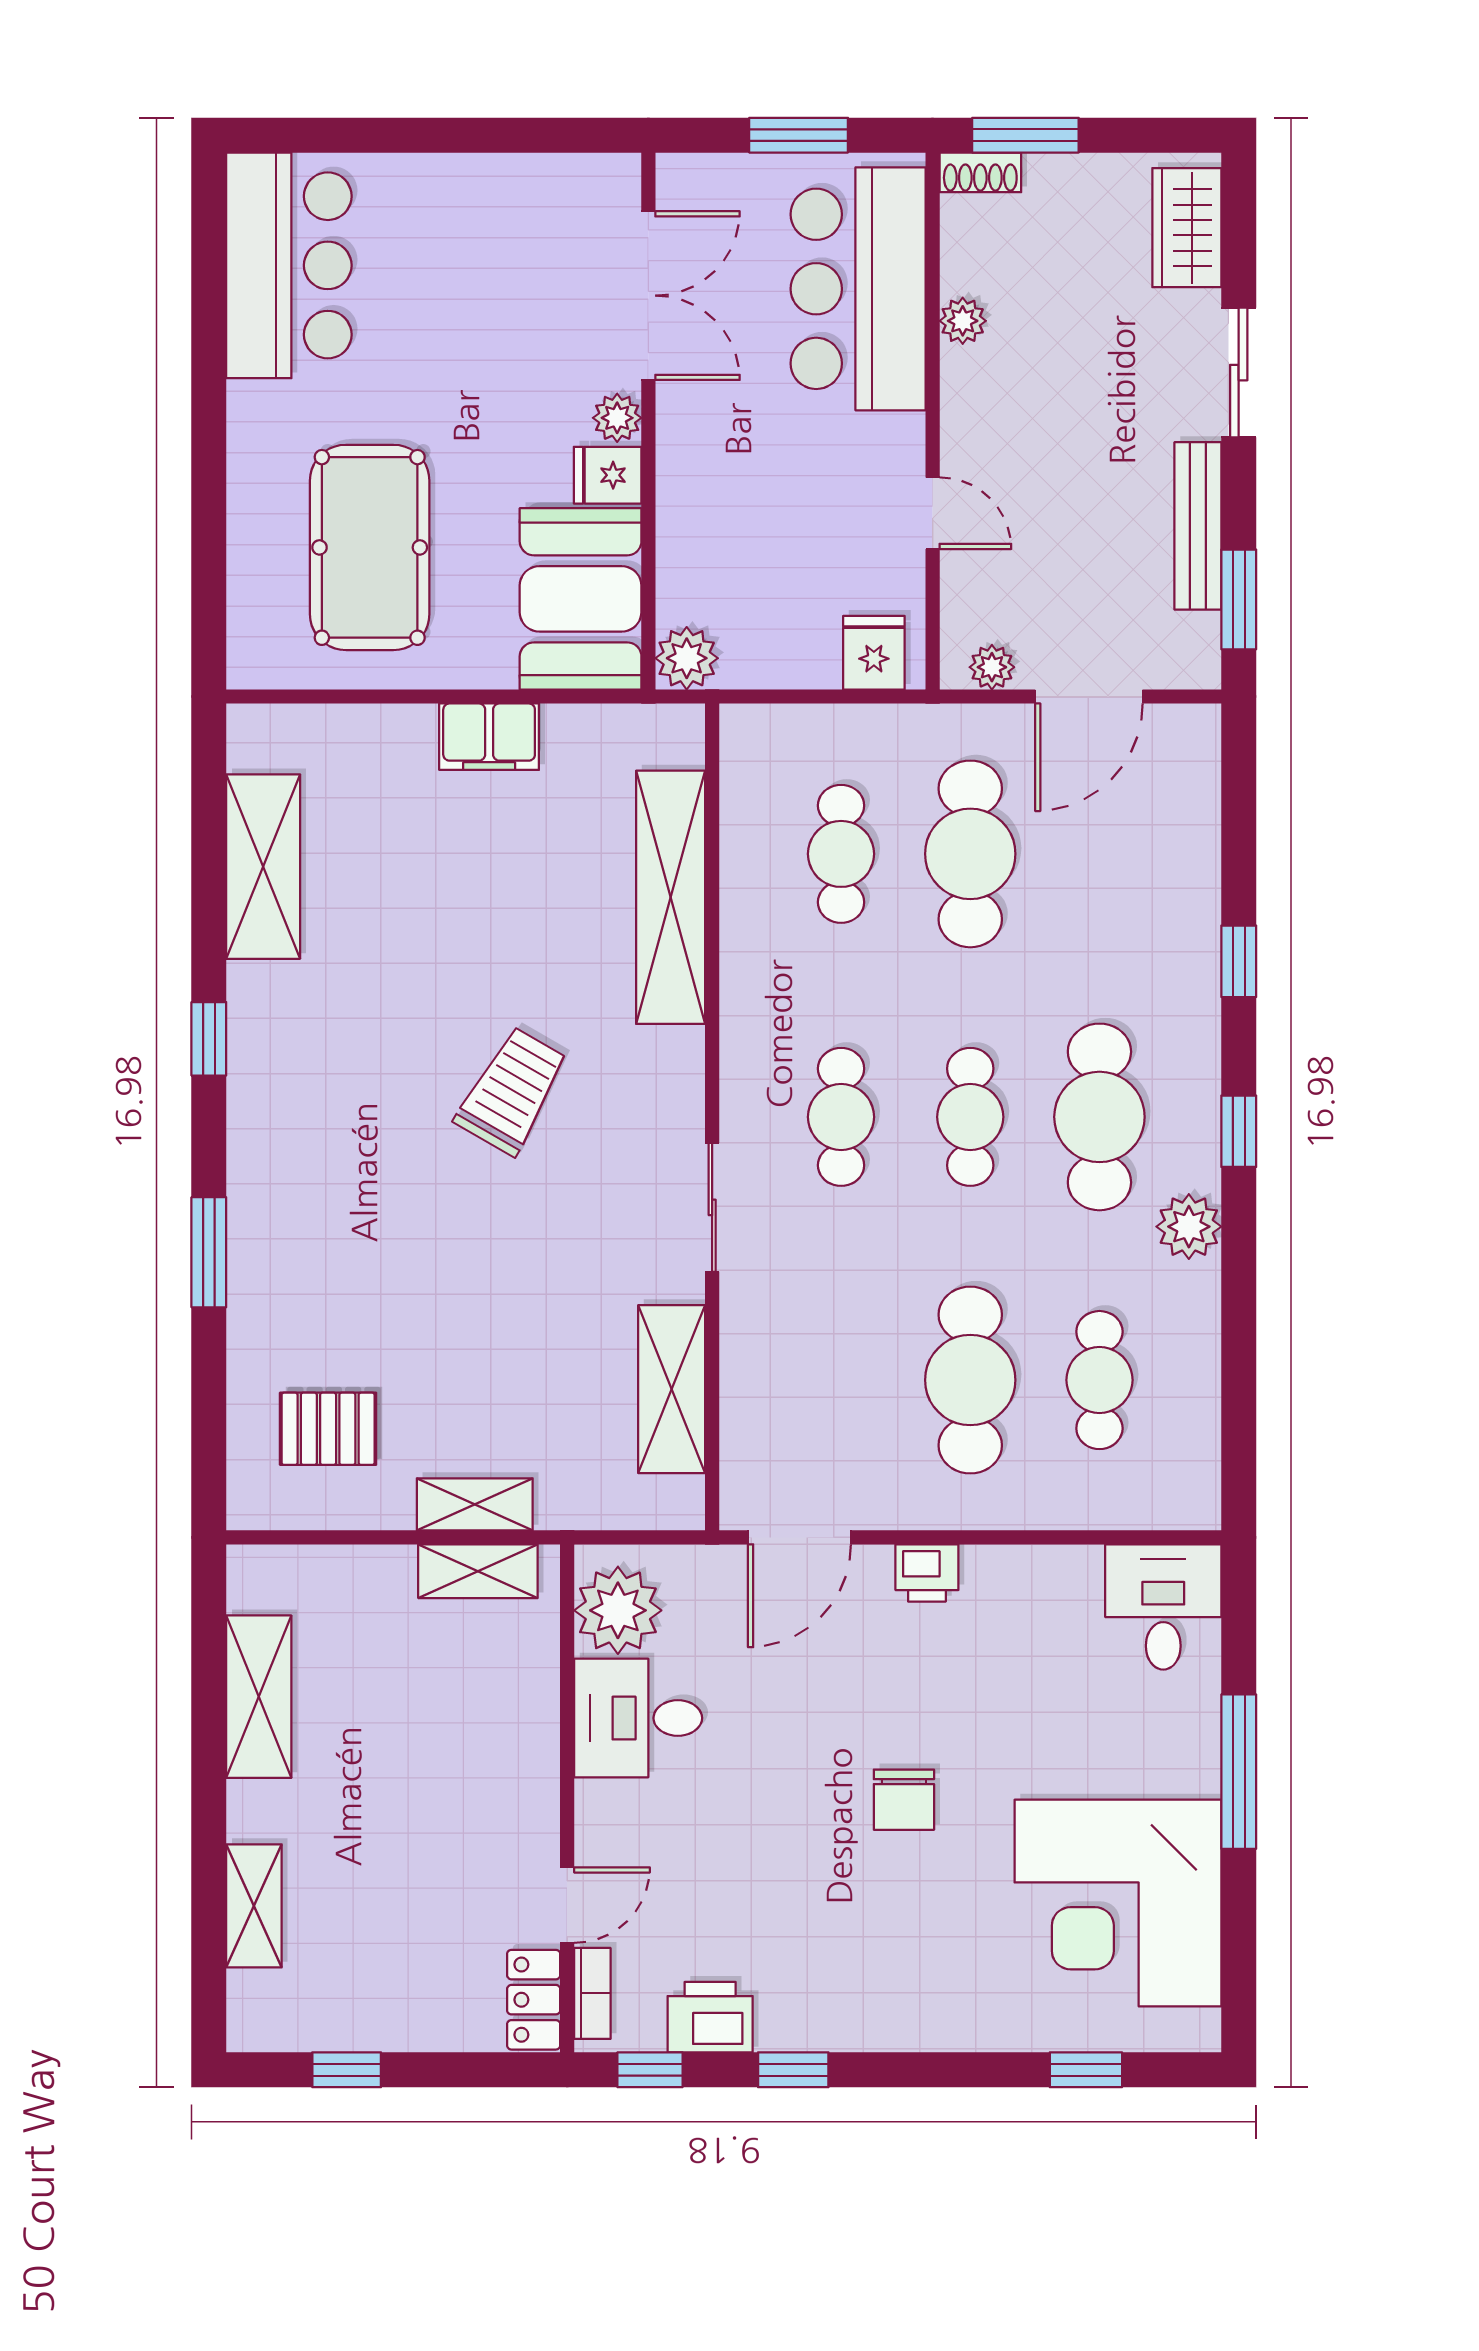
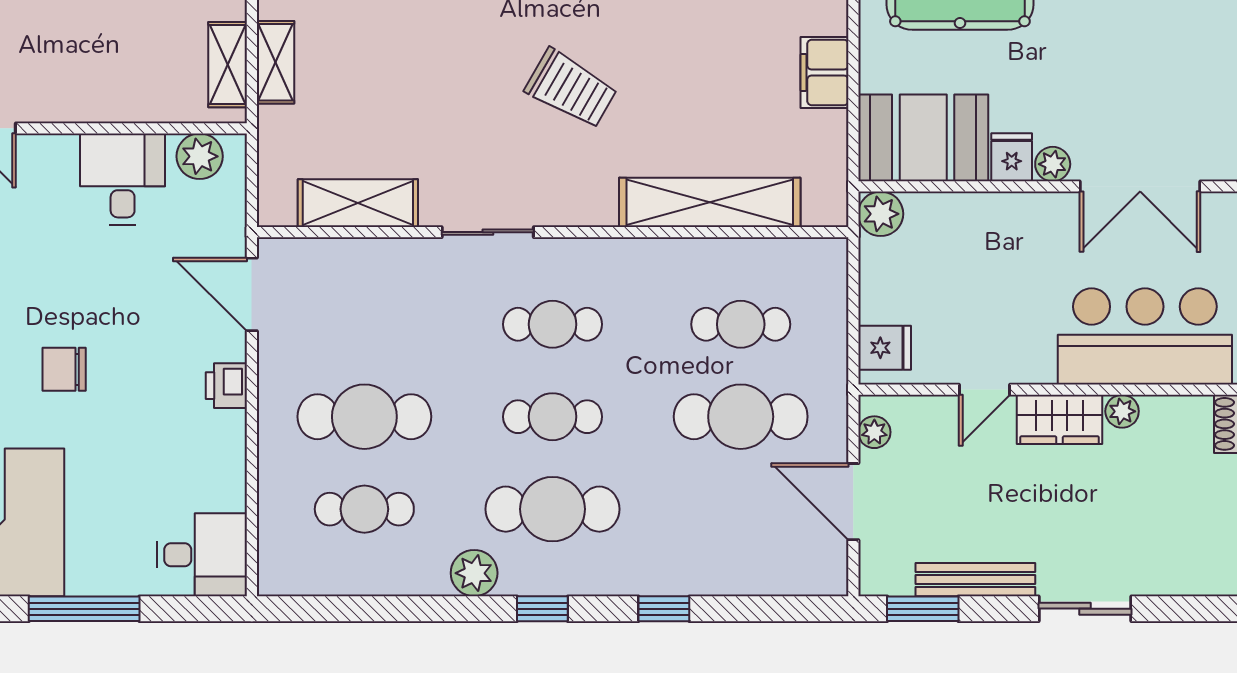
wardrobe: (1187, 228) -> (1060, 419), moved, turned 180
plant: (618, 1610) -> (200, 156), width x0.73, depth x0.73

